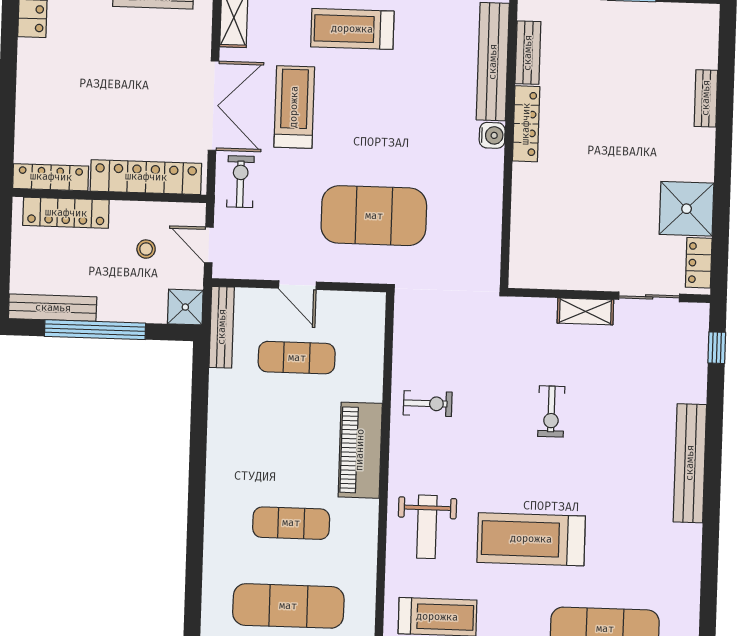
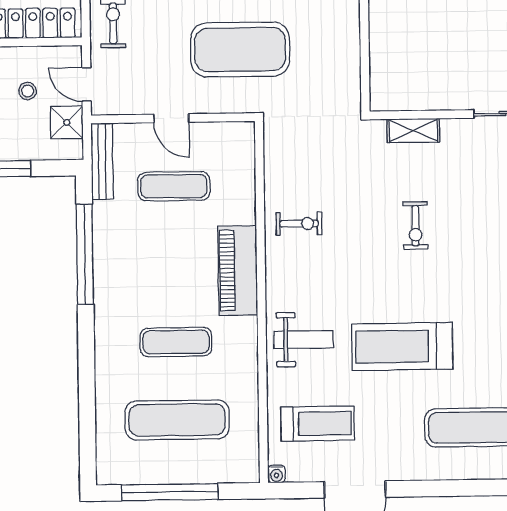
shower: (185, 307) -> (67, 122), moved
shelving: (585, 311) -> (413, 131), moved
window: (199, 425) -> (85, 254), added
weight bench: (427, 527) -> (304, 339), turned -90

